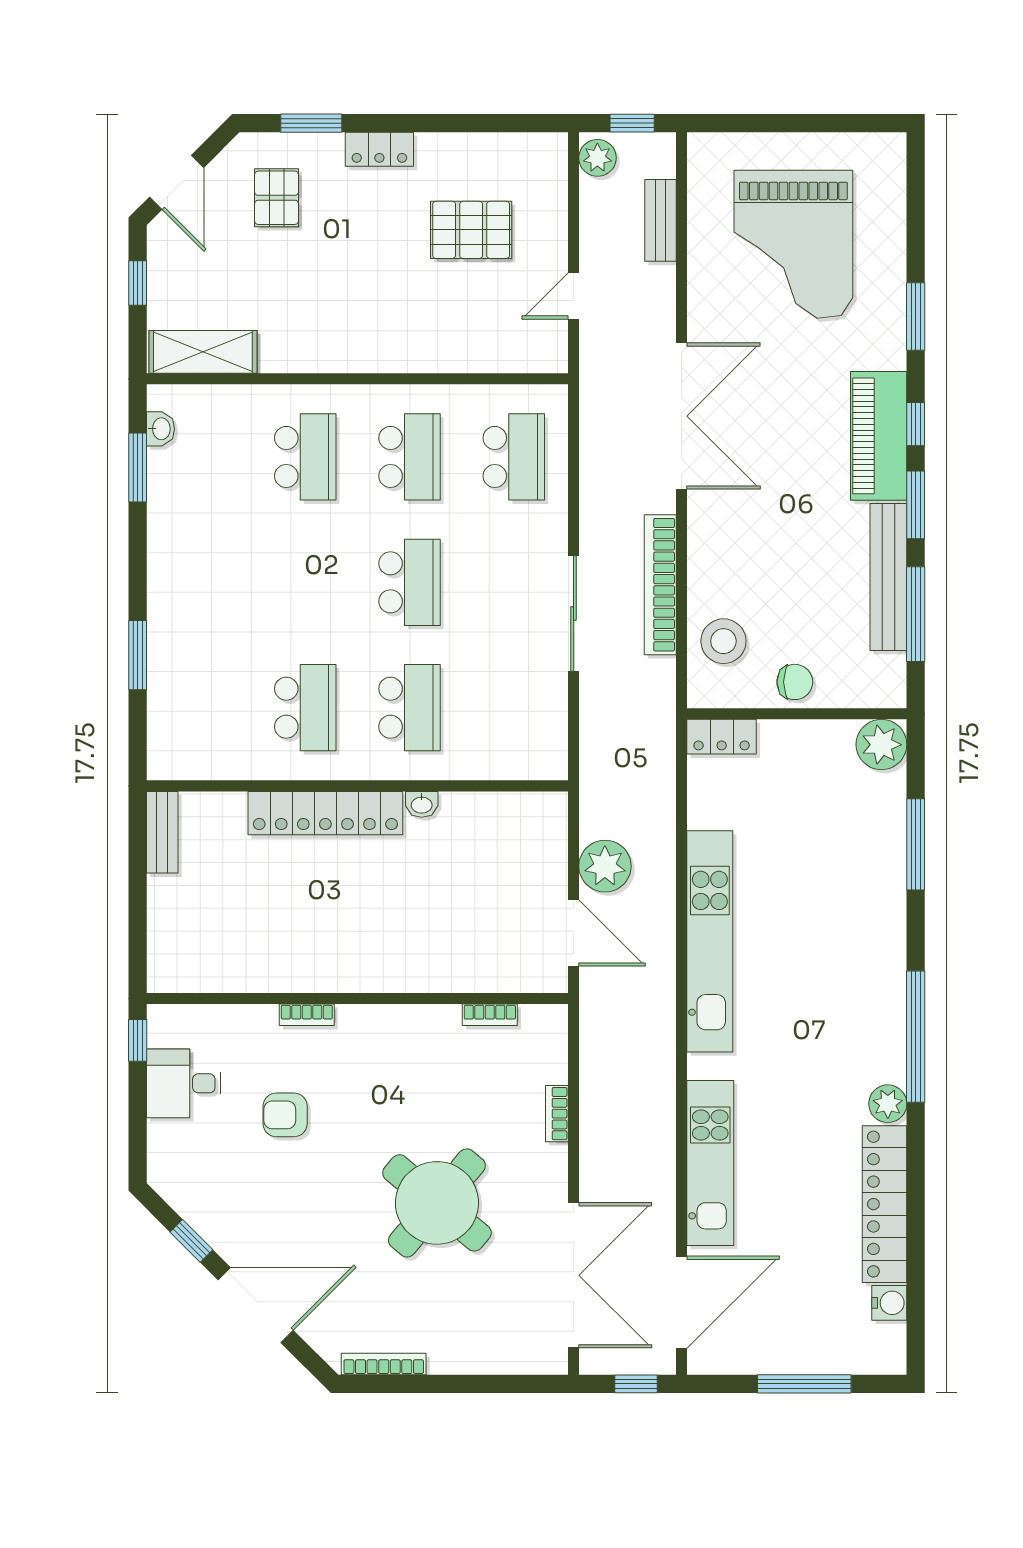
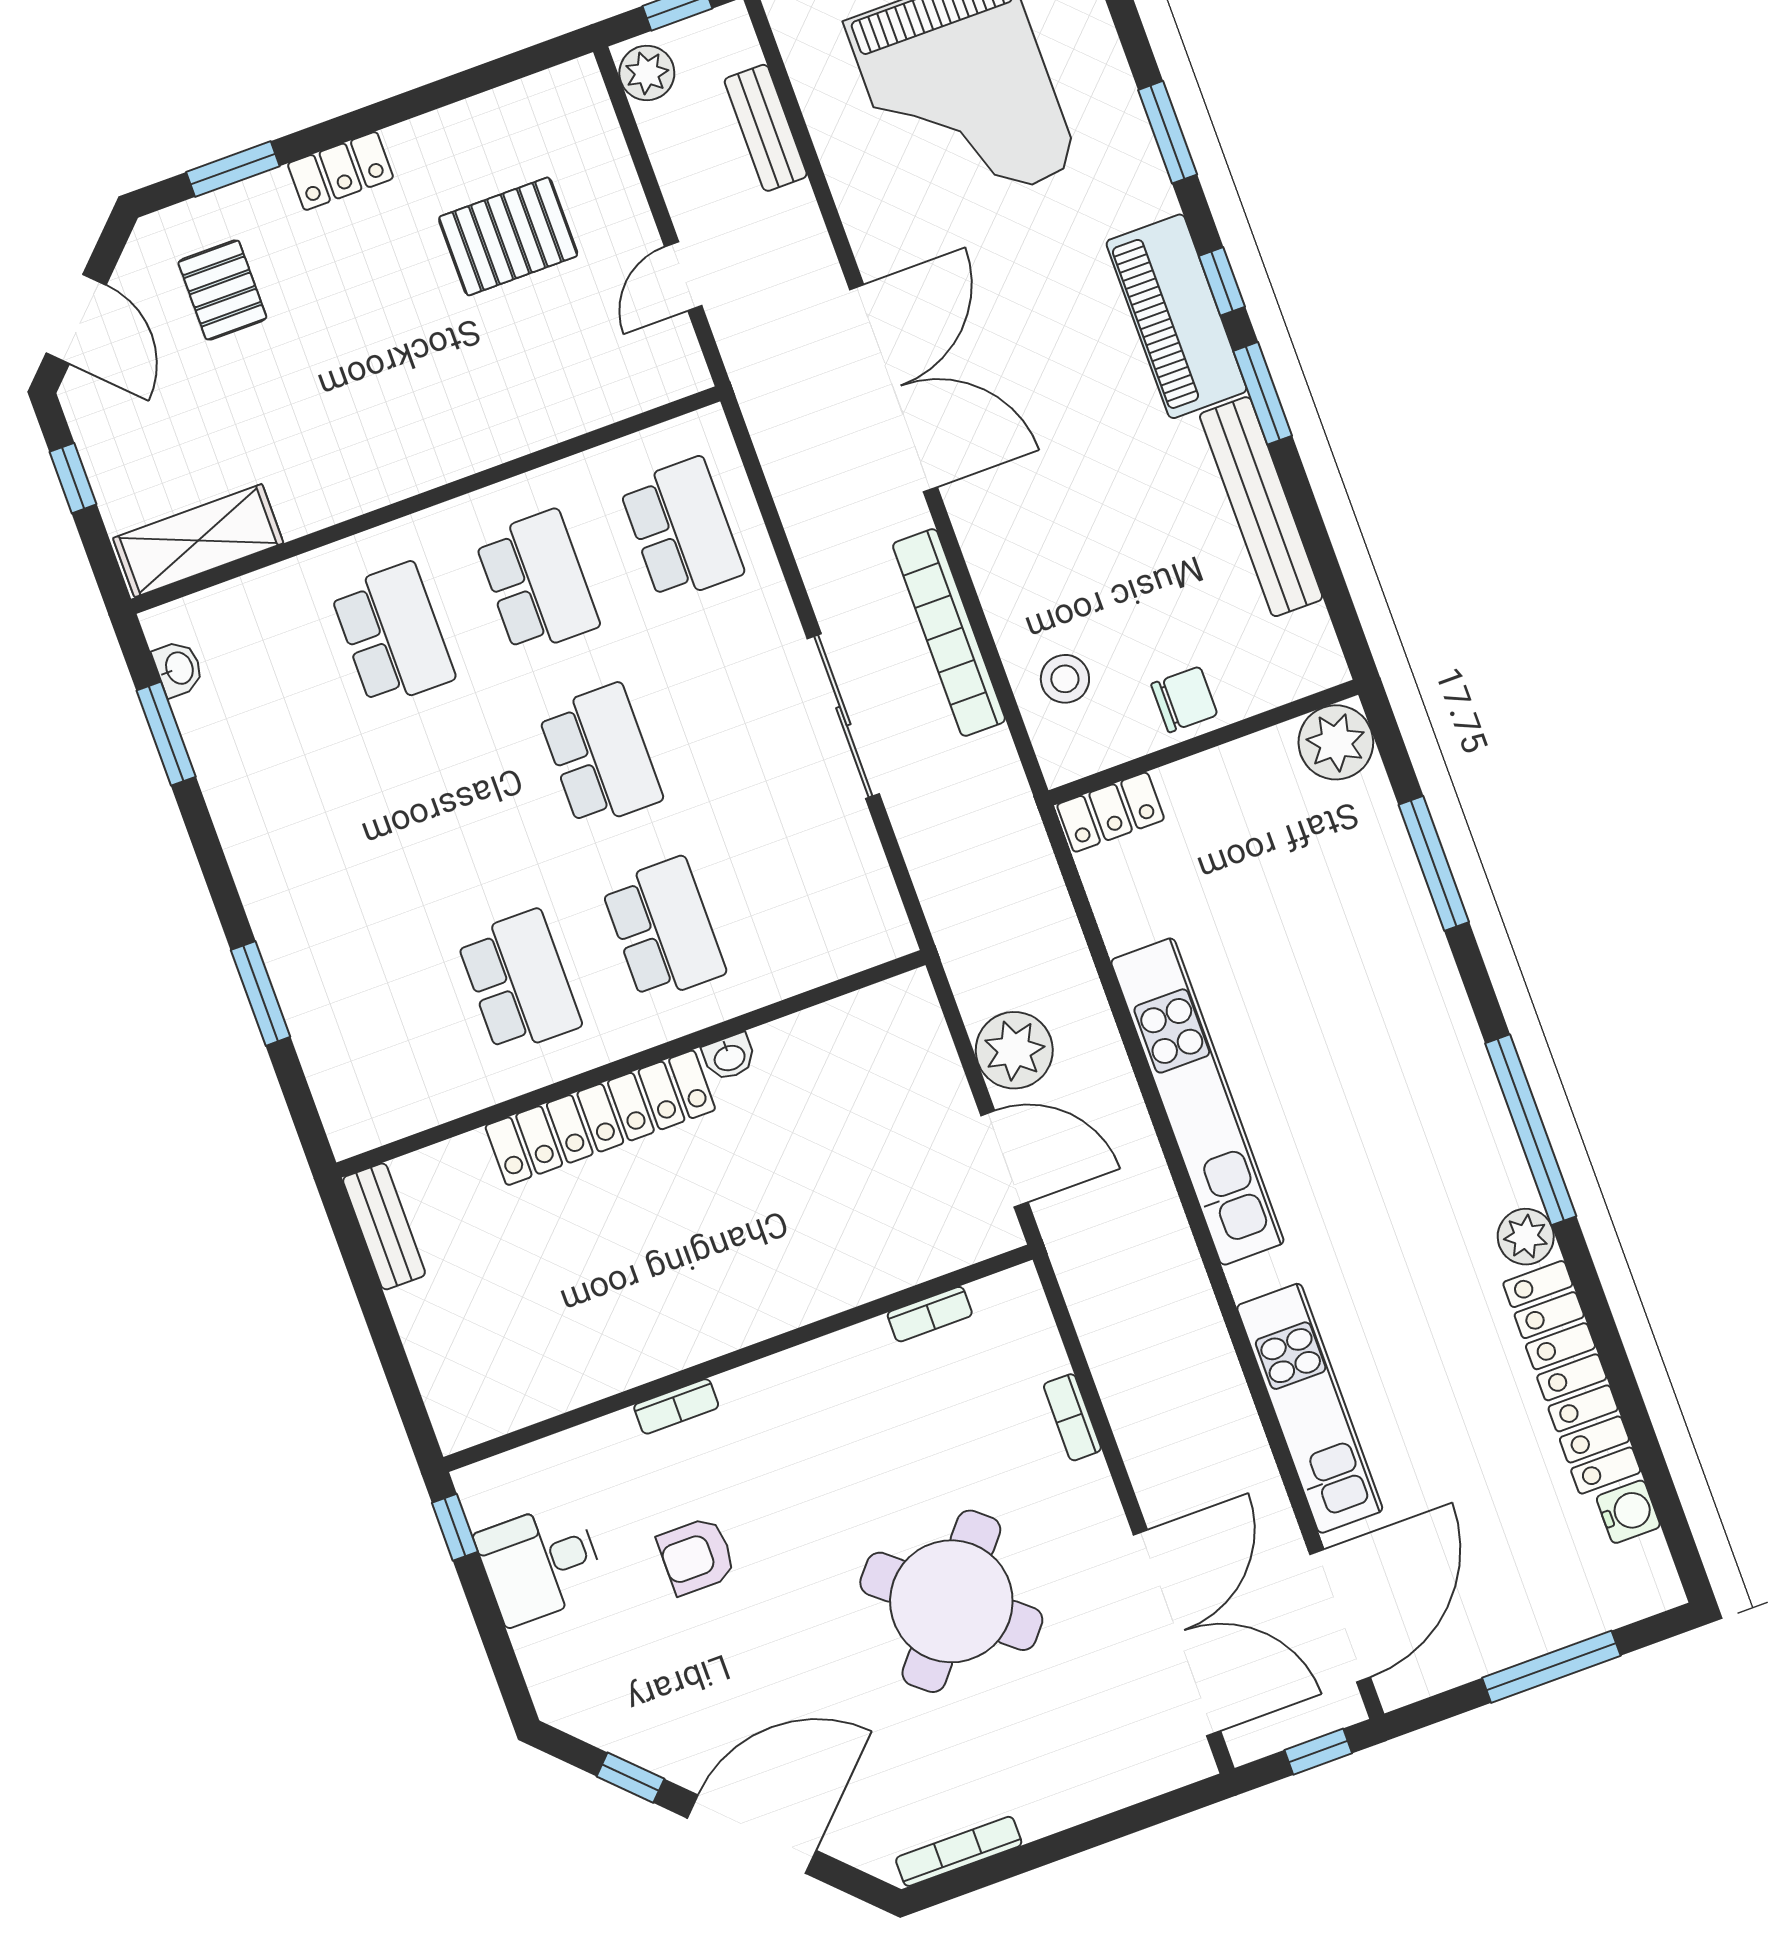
window: (916, 614) -> (1318, 545), removed
stool: (723, 641) -> (1065, 679), width x0.73, depth x0.73

